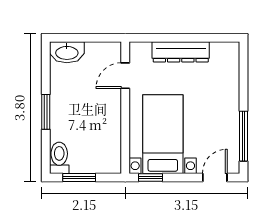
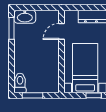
window: (46, 112) -> (11, 28), moved
window: (150, 178) -> (94, 95), moved

